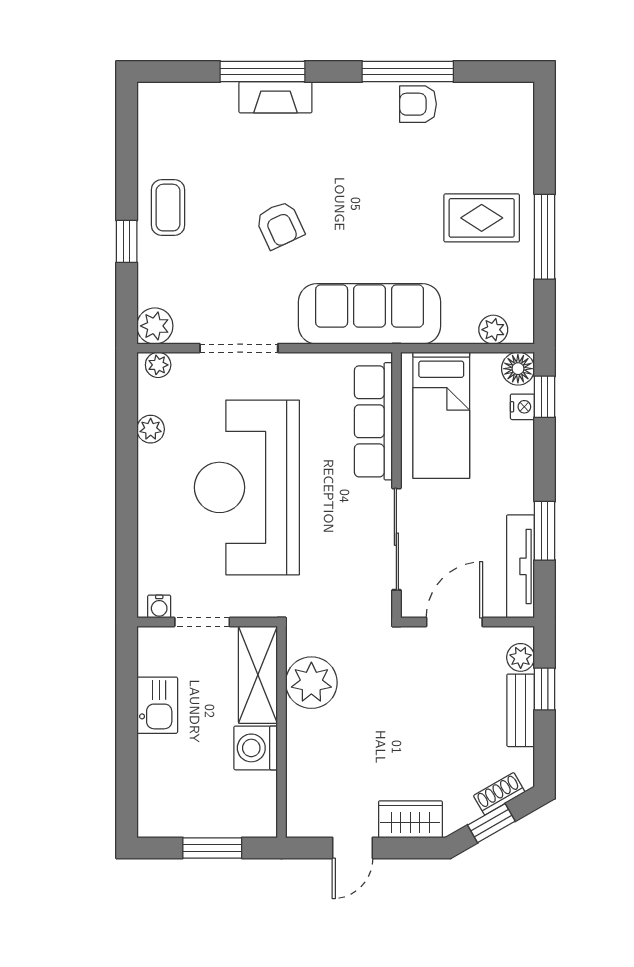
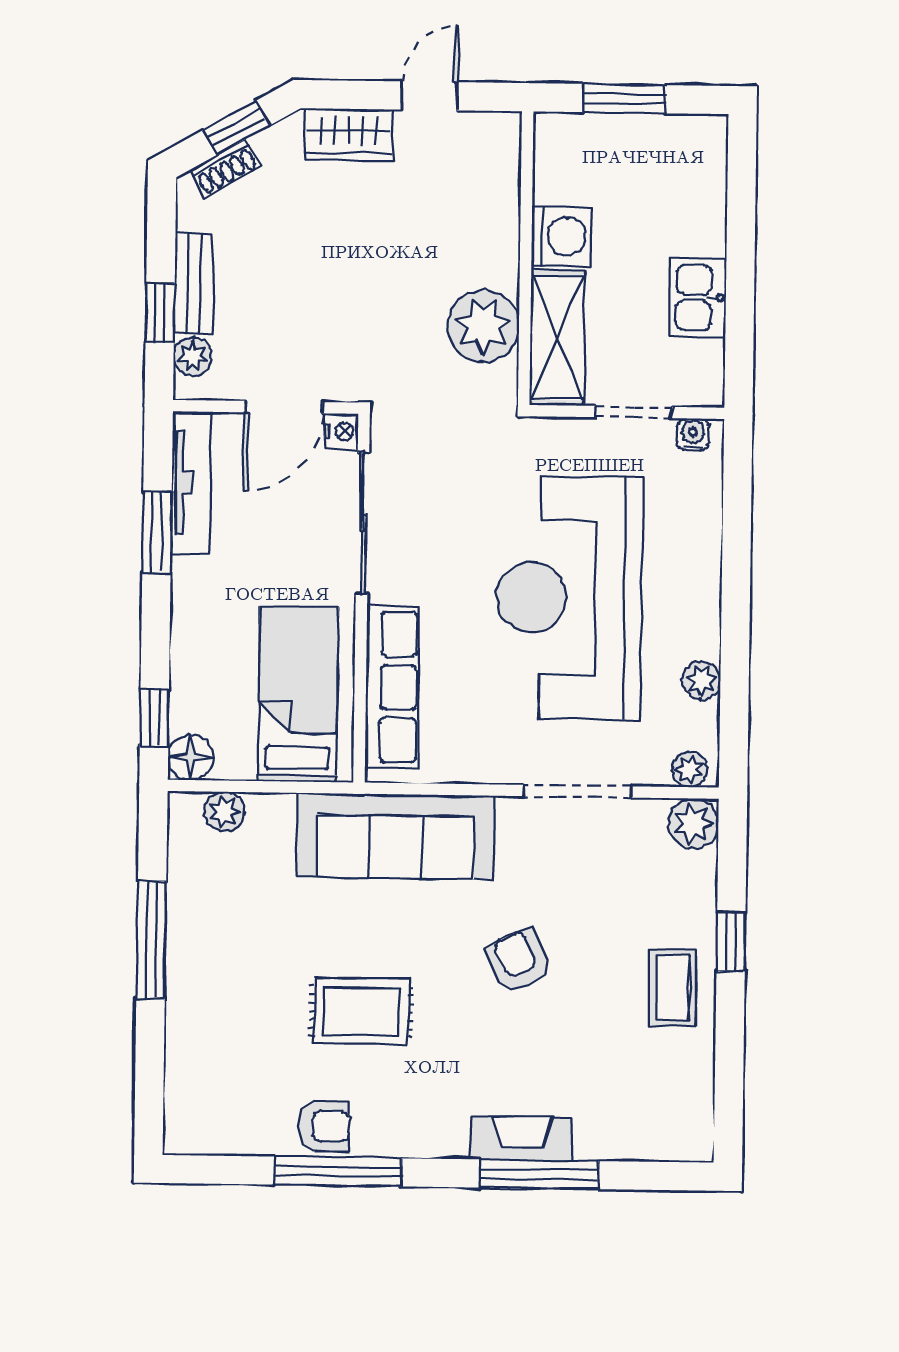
rug: (482, 218) -> (361, 1012), moved
nightstand: (522, 407) -> (342, 431), moved, turned 180
reception desk: (247, 487) -> (569, 598), turned 180

